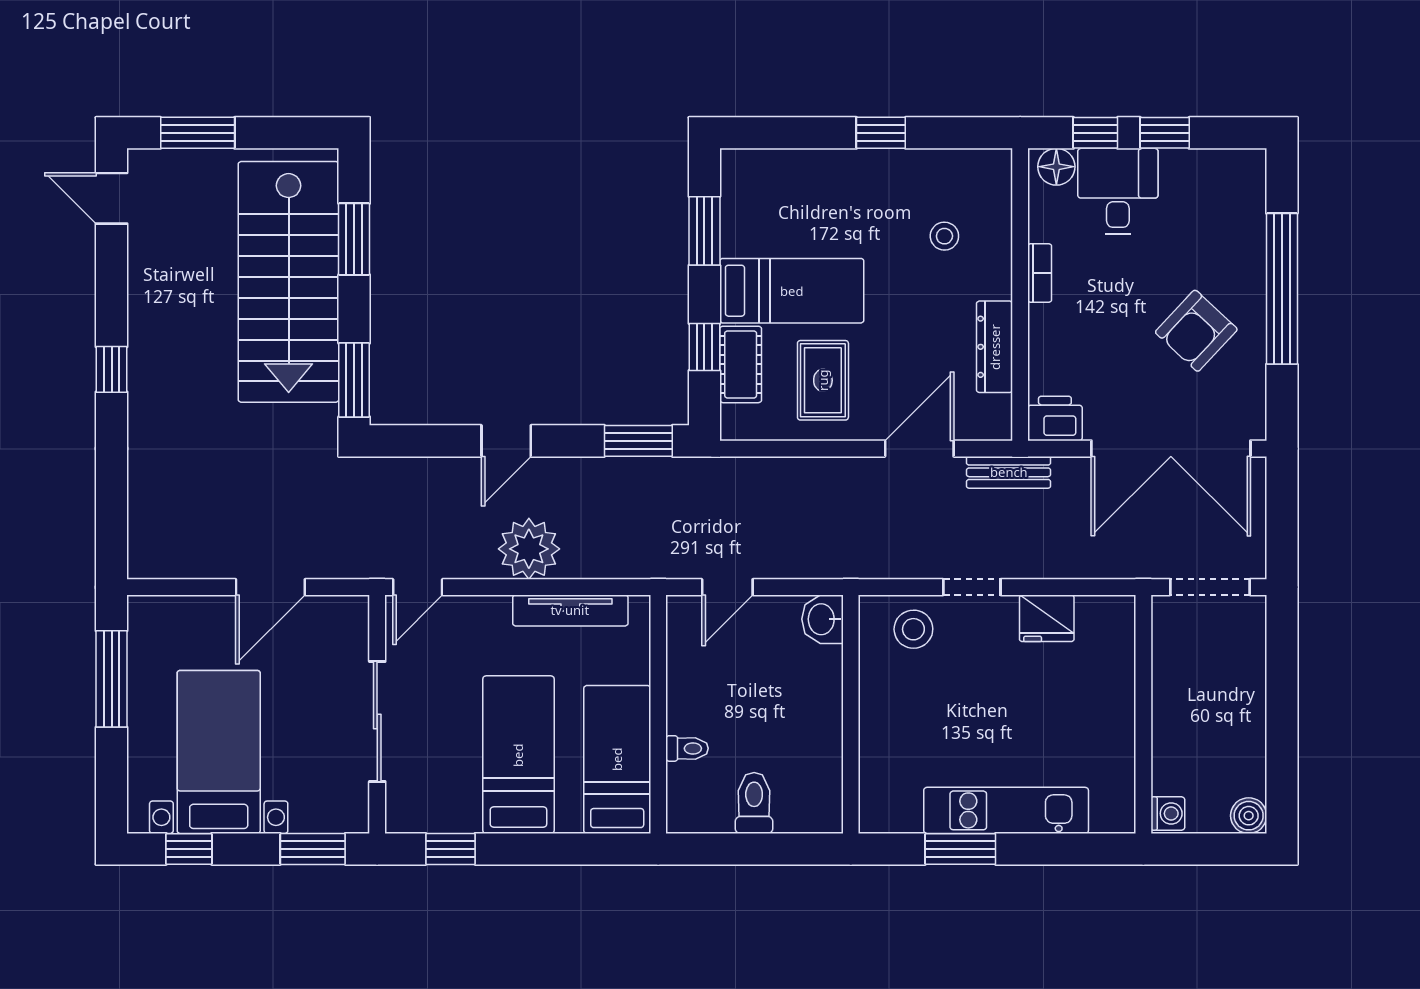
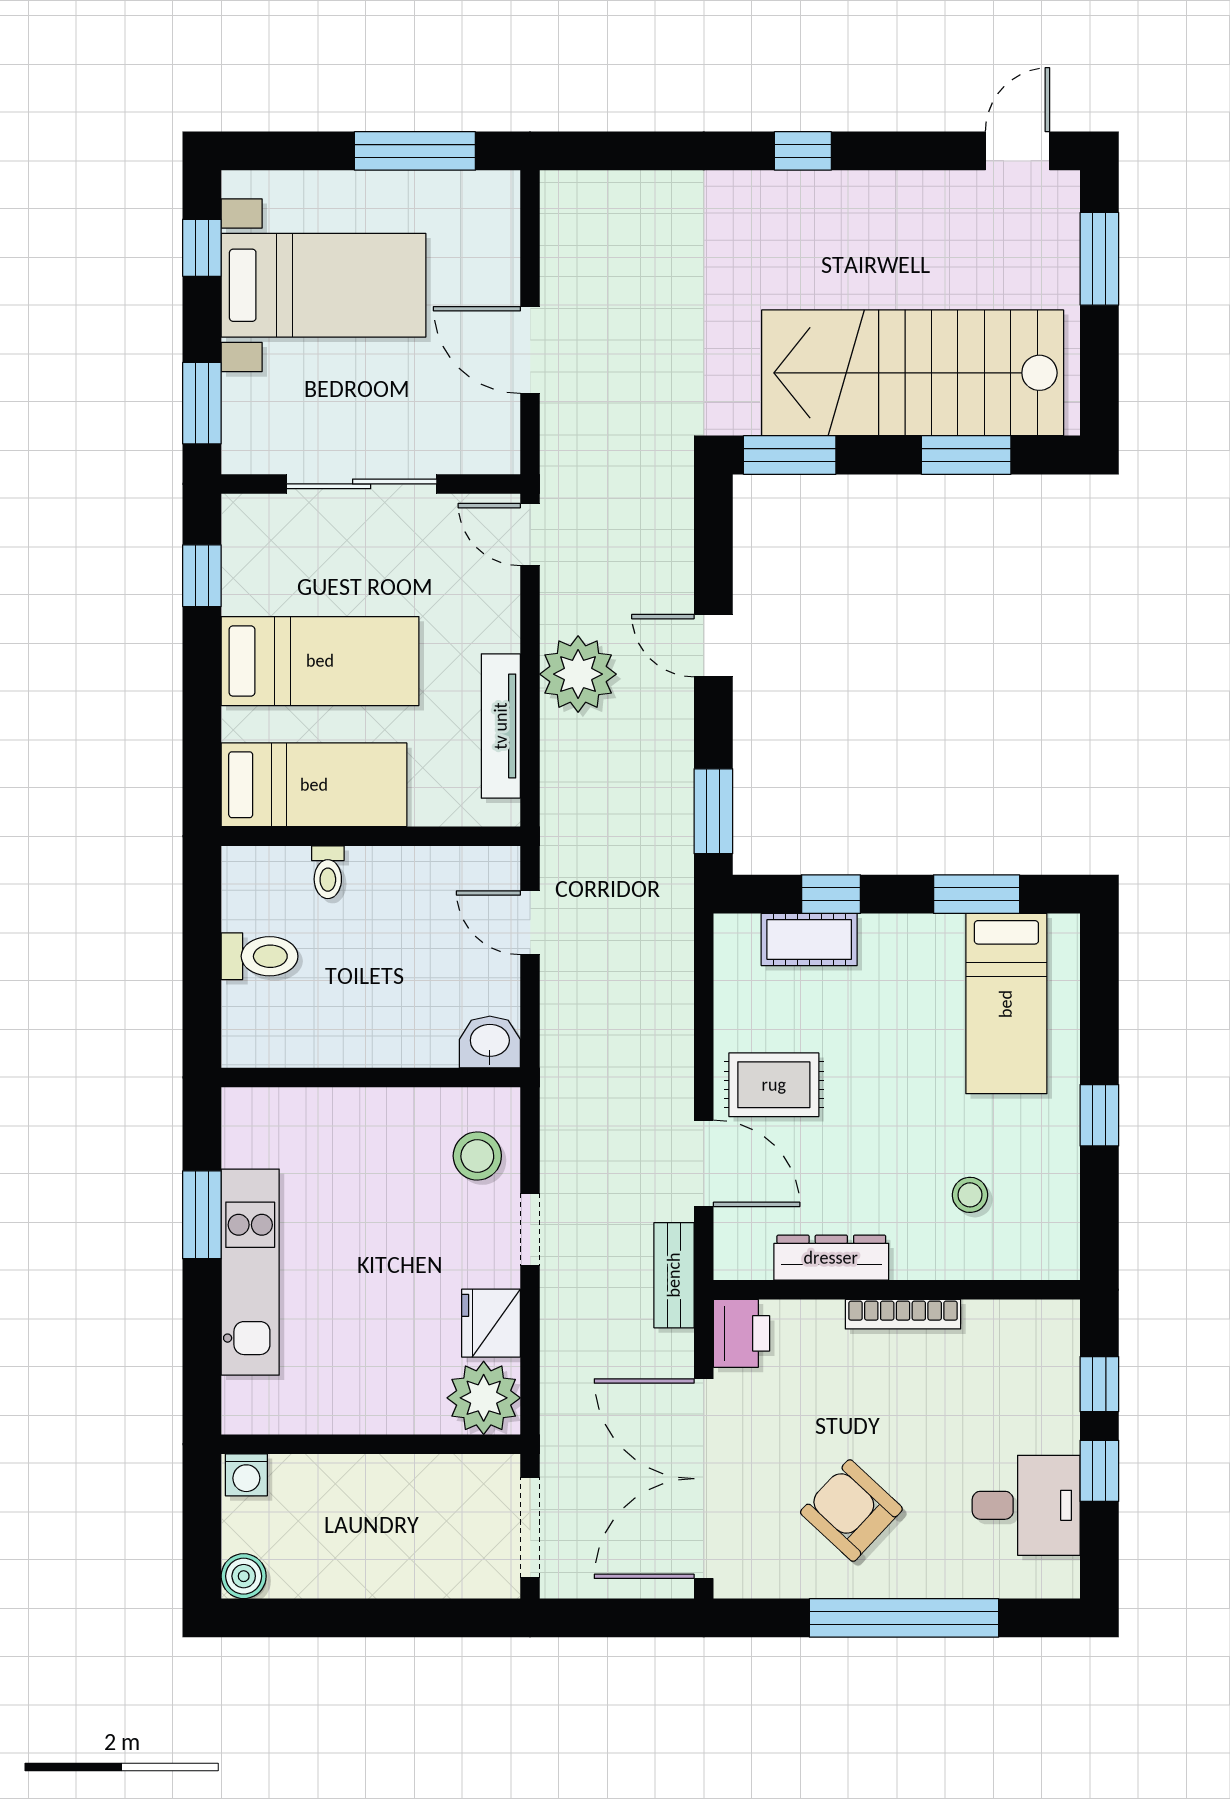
floor lamp: (1056, 167) -> (1057, 1335), removed
desk: (1118, 191) -> (1026, 1505), moved
bookcase: (1040, 273) -> (903, 1314), width x1.56
bed: (792, 291) -> (1006, 1004), moved
rug: (823, 380) -> (774, 1085), moved
plant: (1106, 624) -> (484, 1398), added

